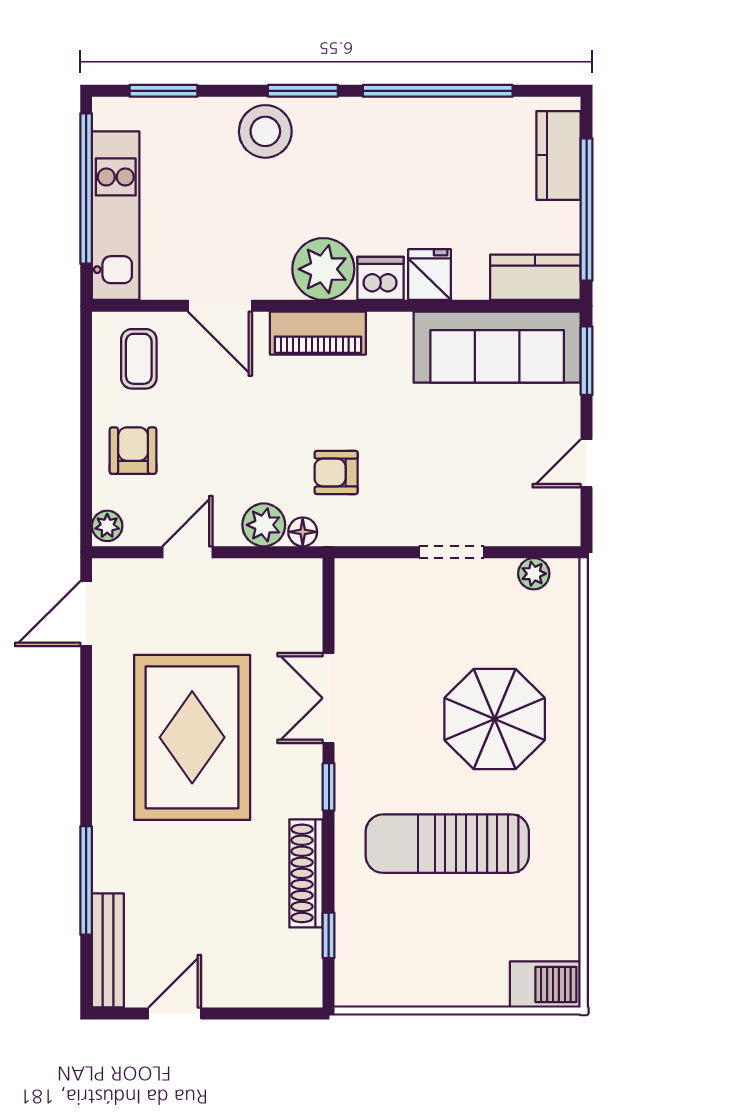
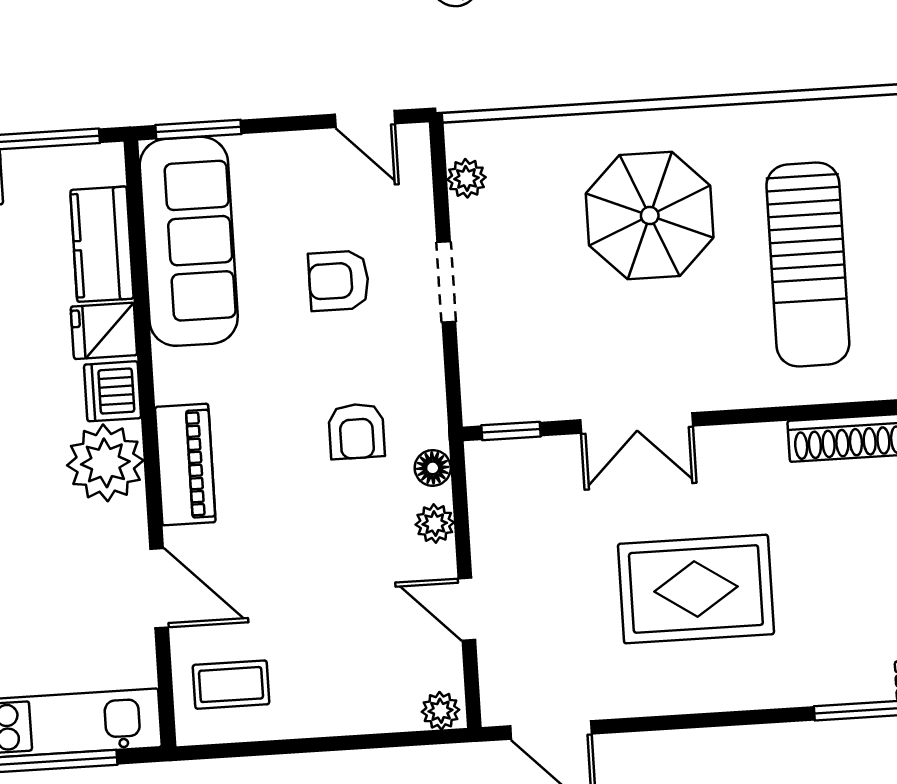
kitchen counter: (535, 277) -> (102, 244), moved
door: (220, 306) -> (159, 588), hinge flipped
armchair: (133, 451) -> (339, 281), moved
door: (587, 463) -> (365, 119), moved
plant: (264, 525) -> (435, 524), width x0.73, depth x0.73
rug: (192, 737) -> (696, 589), width x0.73, depth x0.69
window: (329, 787) -> (511, 431), moved

